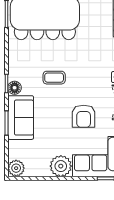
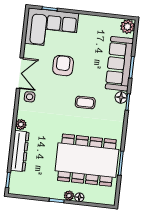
sofa: (21, 118) -> (119, 64), width x1.36
plant: (61, 166) -> (88, 24), removed

